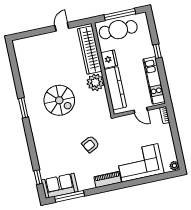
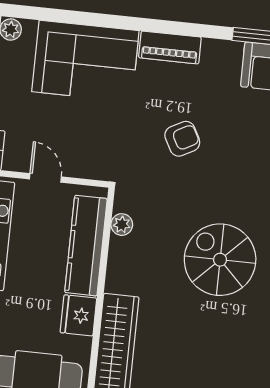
plant: (95, 82) -> (122, 225), moved, width x0.53, depth x0.53

